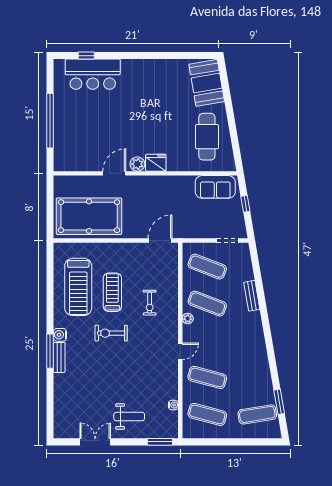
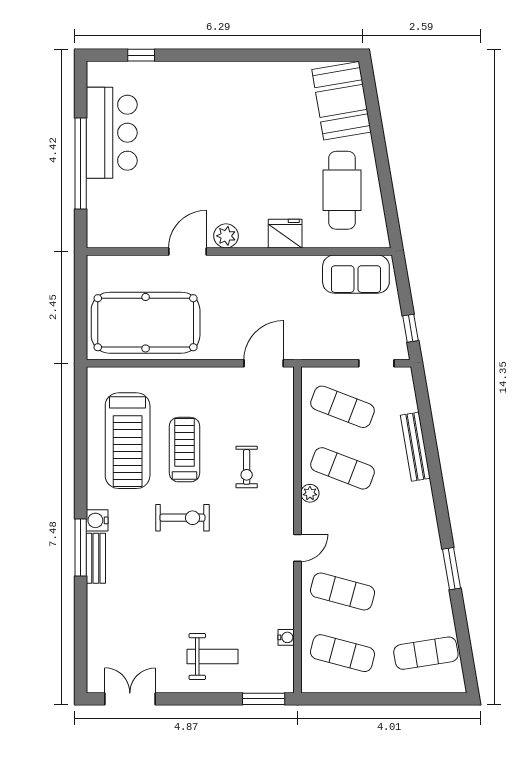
bar counter: (93, 74) -> (112, 133), moved, turned -90
fridge: (156, 163) -> (285, 234), moved
window: (245, 204) -> (411, 328), moved
bench: (252, 296) -> (415, 447), width x1.36
exercise bike: (111, 333) -> (182, 518), turned 180
window: (279, 402) -> (451, 569), moved
double door: (95, 442) -> (130, 699), moved

